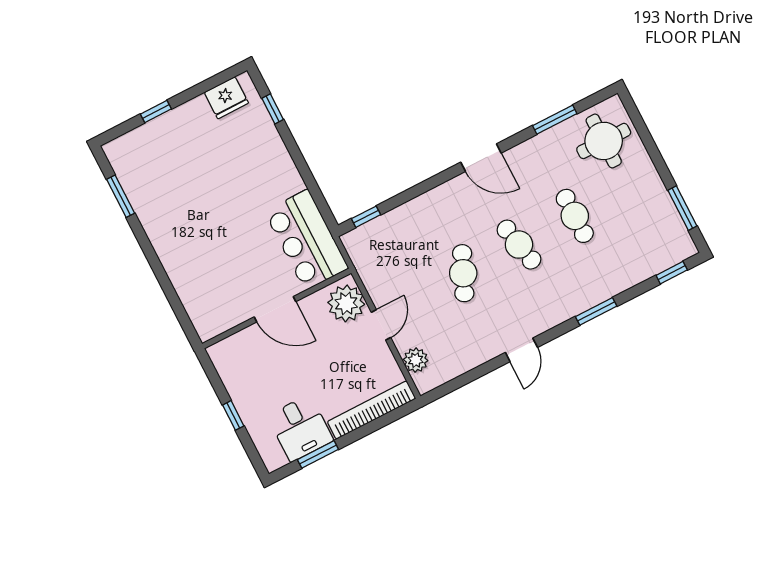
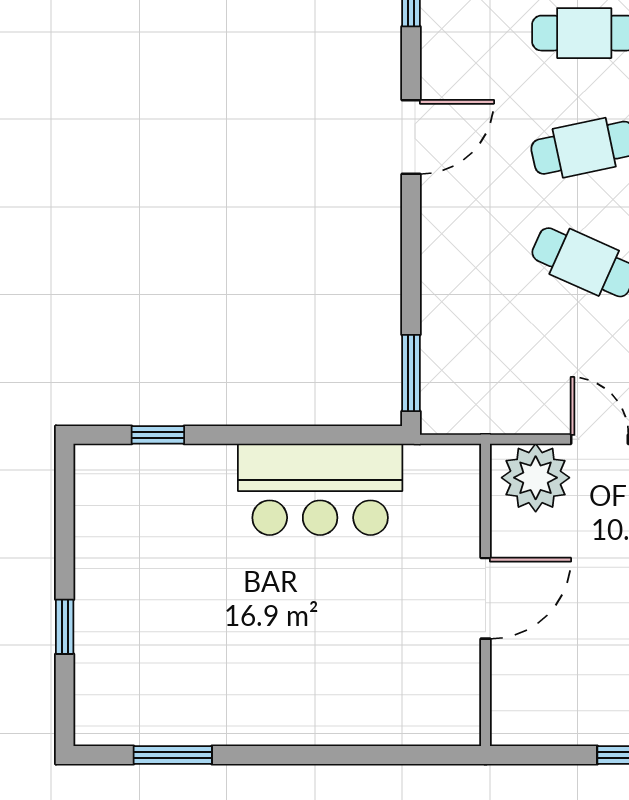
fridge: (226, 98) -> (101, 501), removed
window: (366, 217) -> (411, 373), width x1.50
bar counter: (306, 240) -> (320, 489), moved

